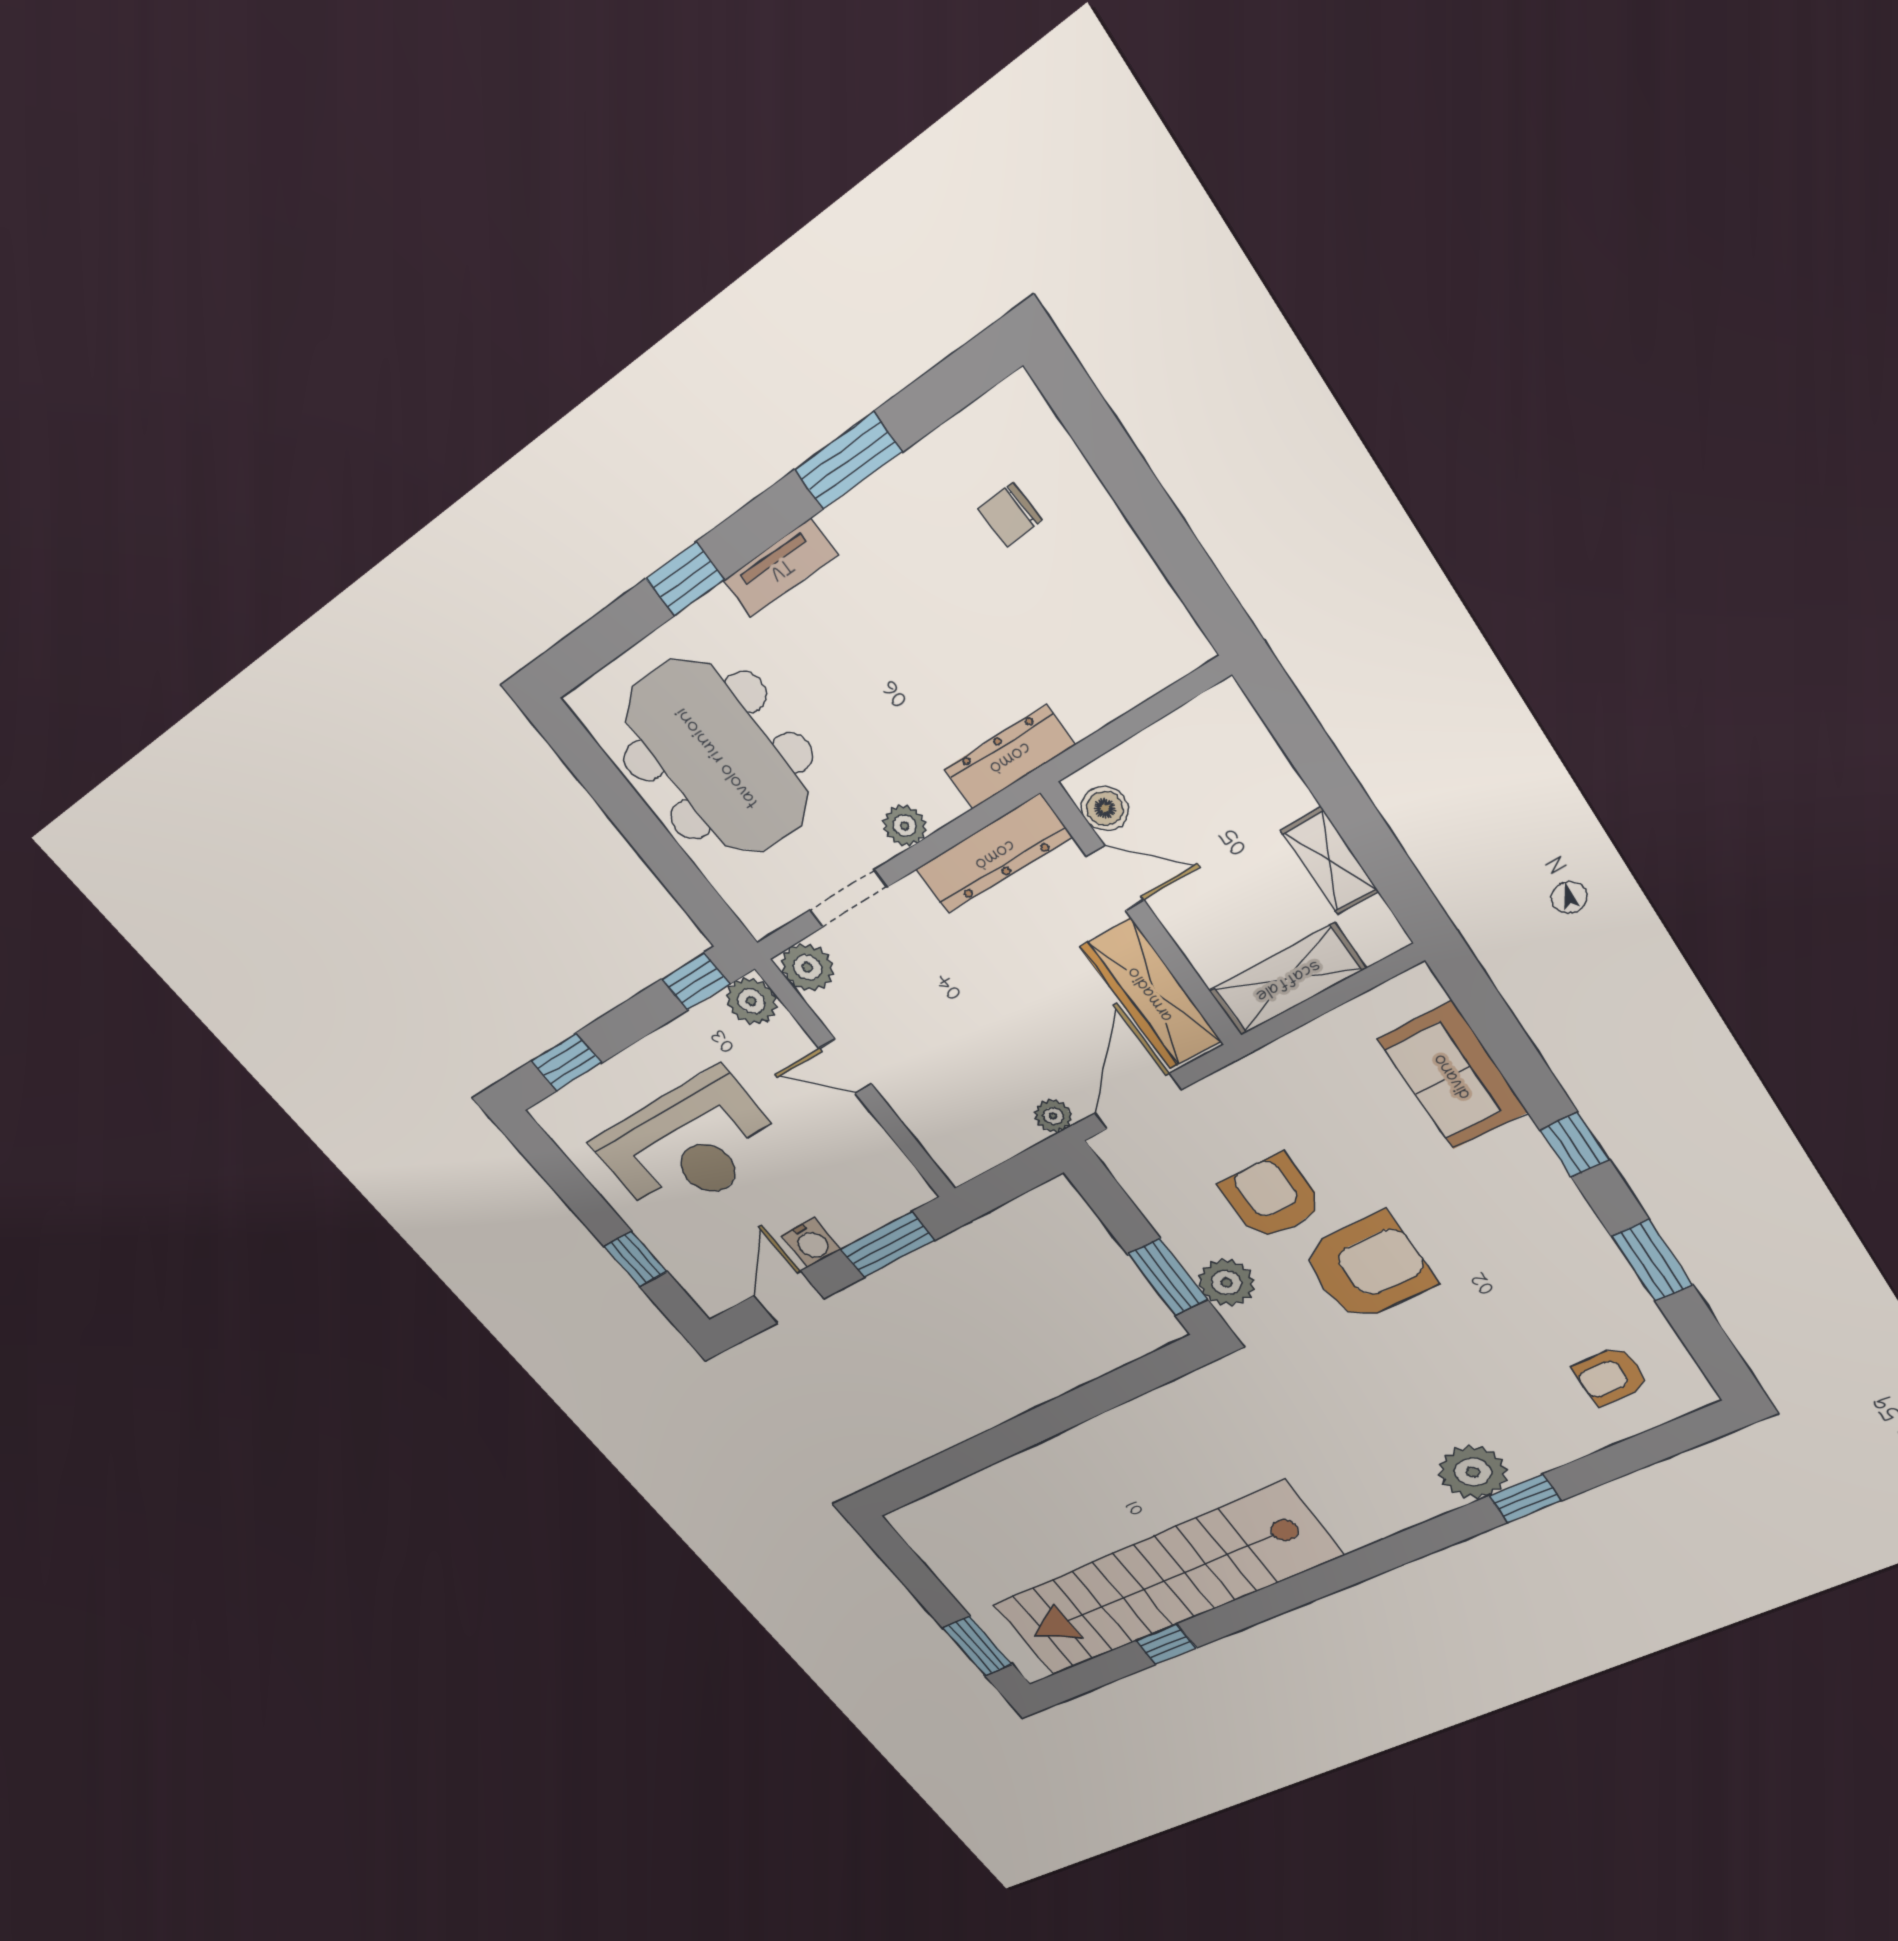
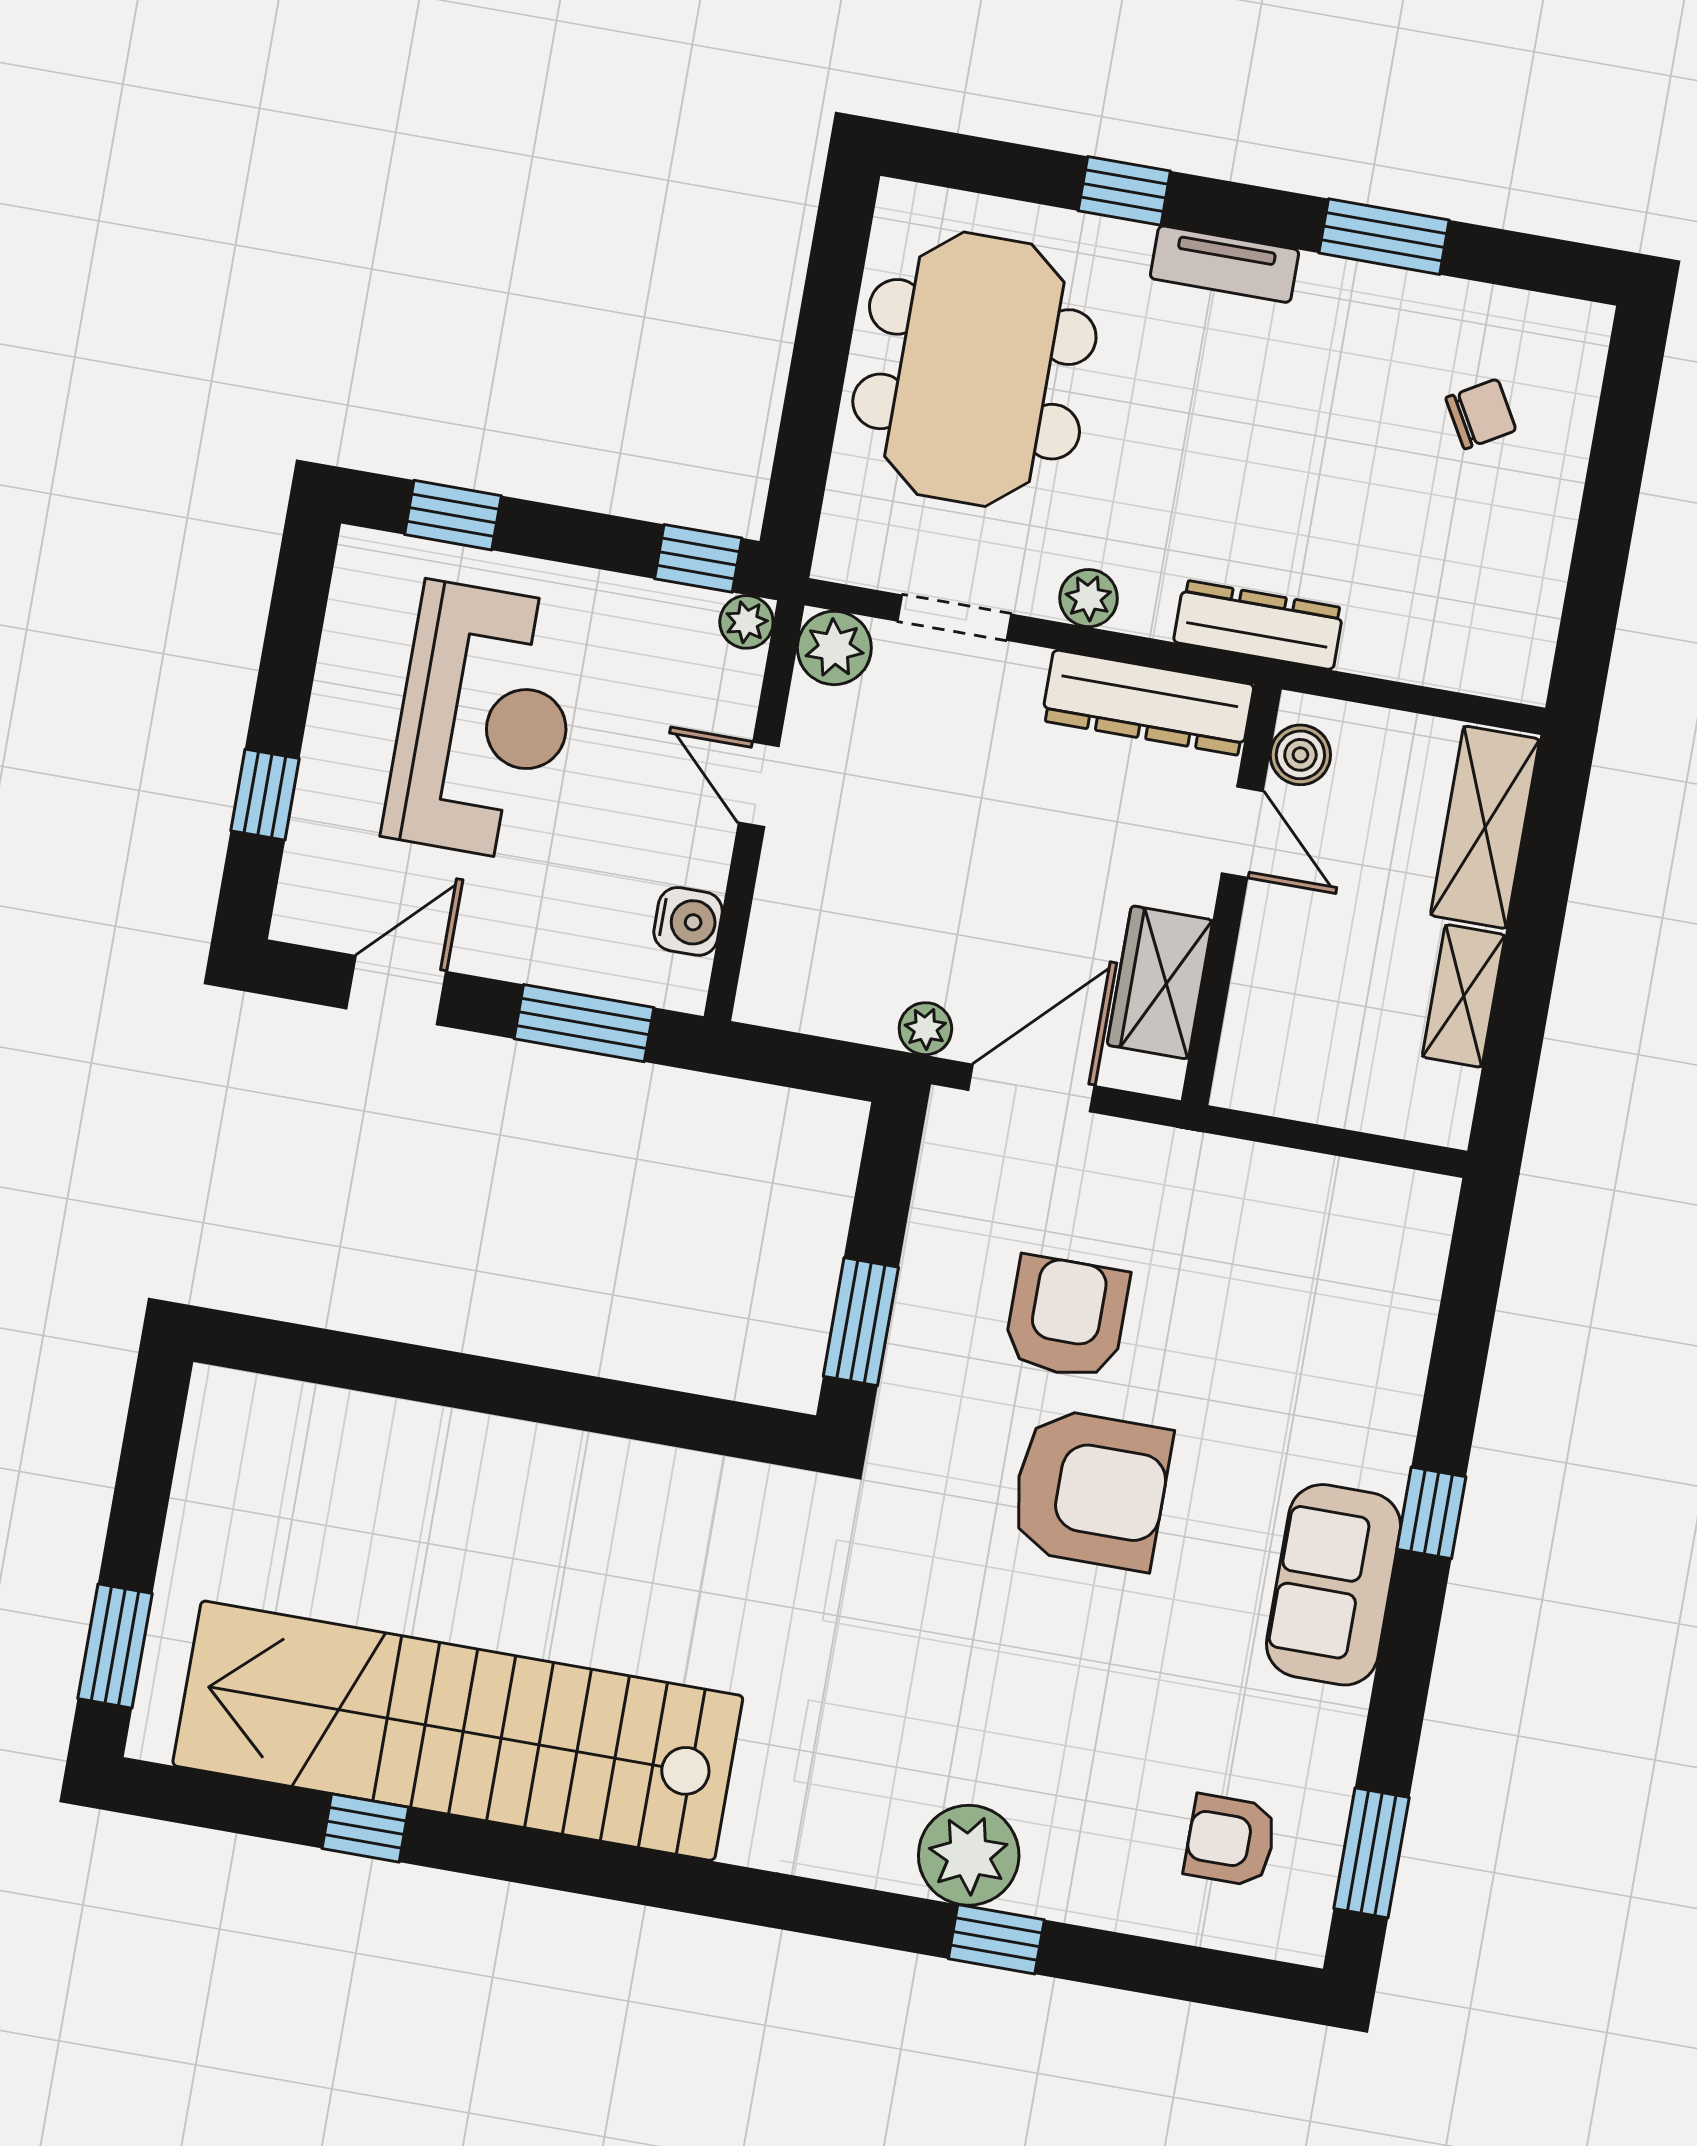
chair: (1010, 514) -> (1481, 414), turned 153
shelving: (1287, 980) -> (1485, 827), moved, turned 90
wardrobe: (1151, 994) -> (1160, 982), width x0.67
plant: (751, 1001) -> (746, 622), width x0.73, depth x0.73
sofa: (1453, 1076) -> (1334, 1585), moved
reception desk: (689, 1146) -> (484, 722), turned -90
water cooler: (811, 1242) -> (688, 921), moved, turned -90
window: (1652, 1260) -> (1372, 1853), moved
plant: (1226, 1283) -> (919, 1382), removed

